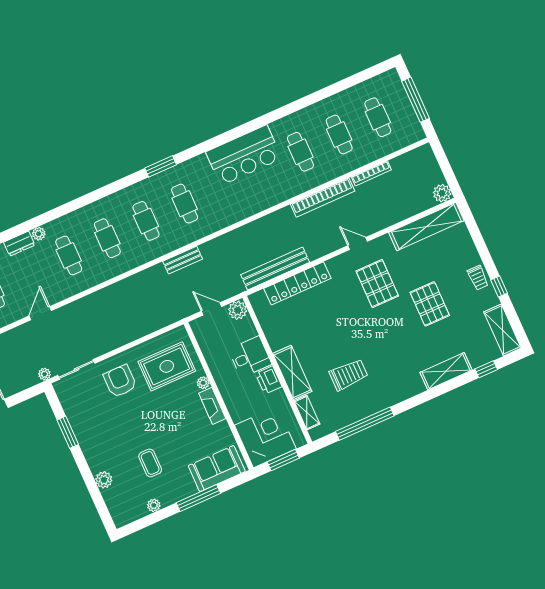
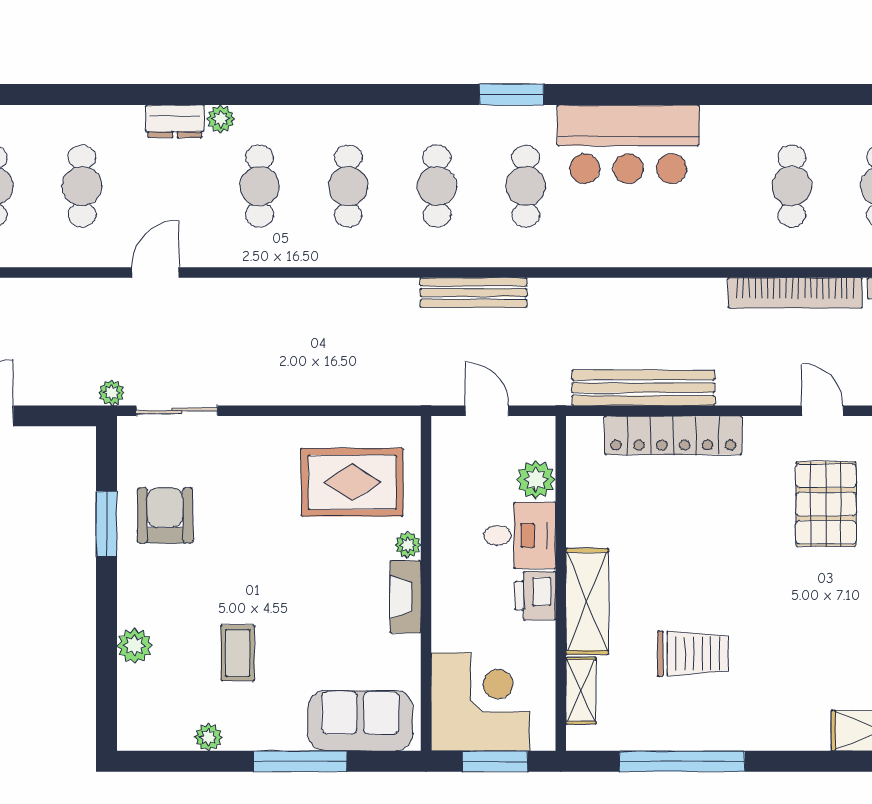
bar counter: (244, 155) -> (628, 144), moved
bench: (183, 260) -> (474, 293), width x1.36
plant: (238, 310) -> (536, 480), moved
armchair: (120, 381) -> (165, 515), moved

